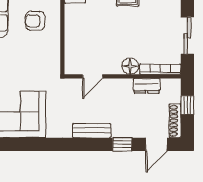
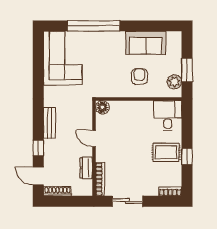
floor lamp: (130, 66) -> (102, 107), moved
door: (93, 76) -> (94, 139), moved
window: (187, 105) -> (70, 201), removed

